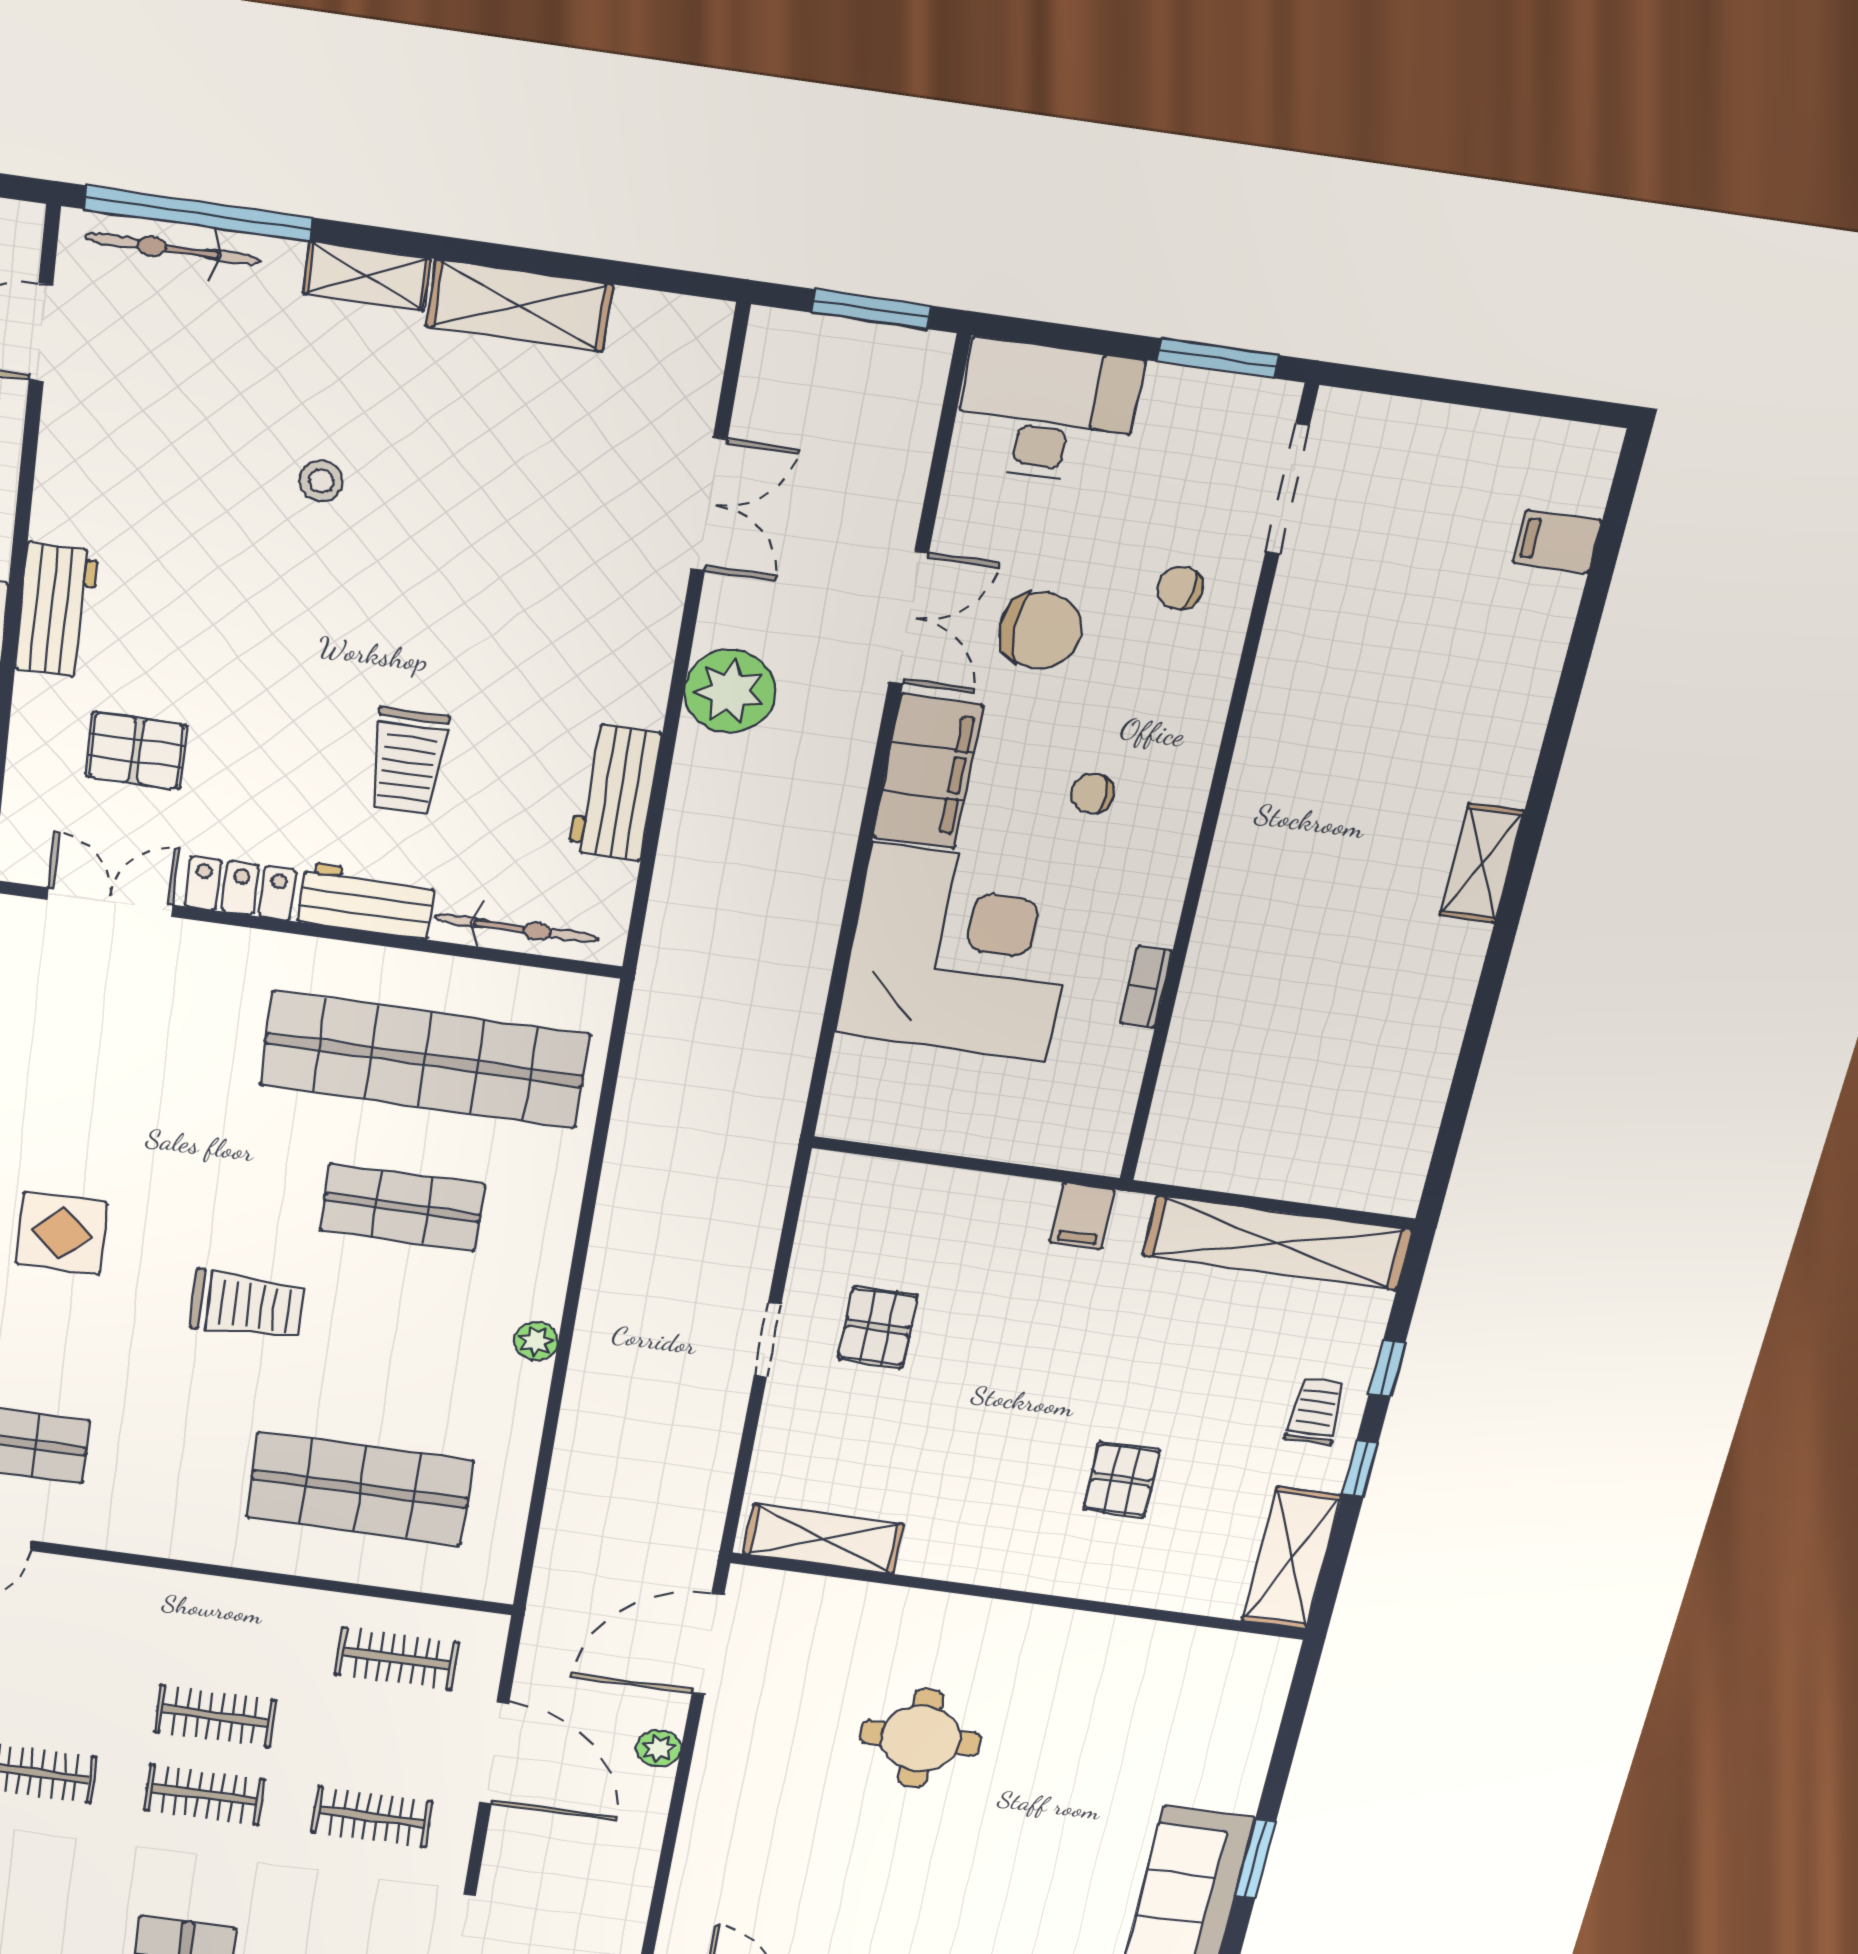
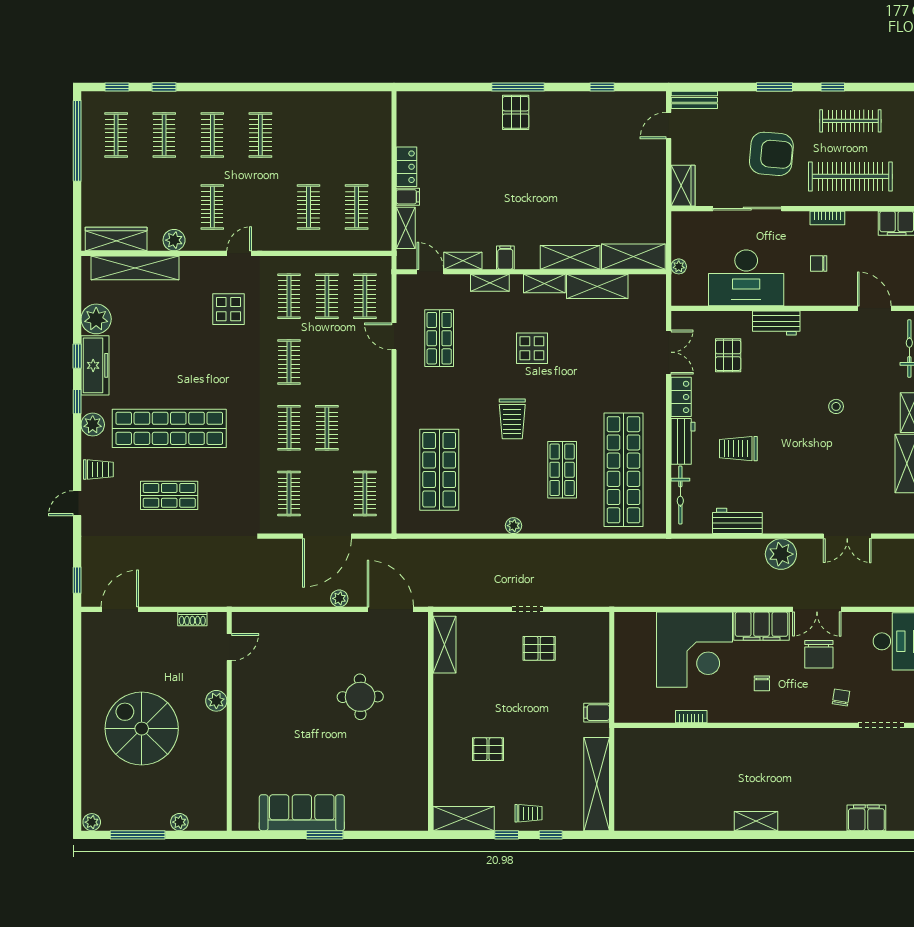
filing cabinet: (1557, 542) -> (866, 818), width x2.00
chair: (1092, 793) -> (762, 683), turned 180

